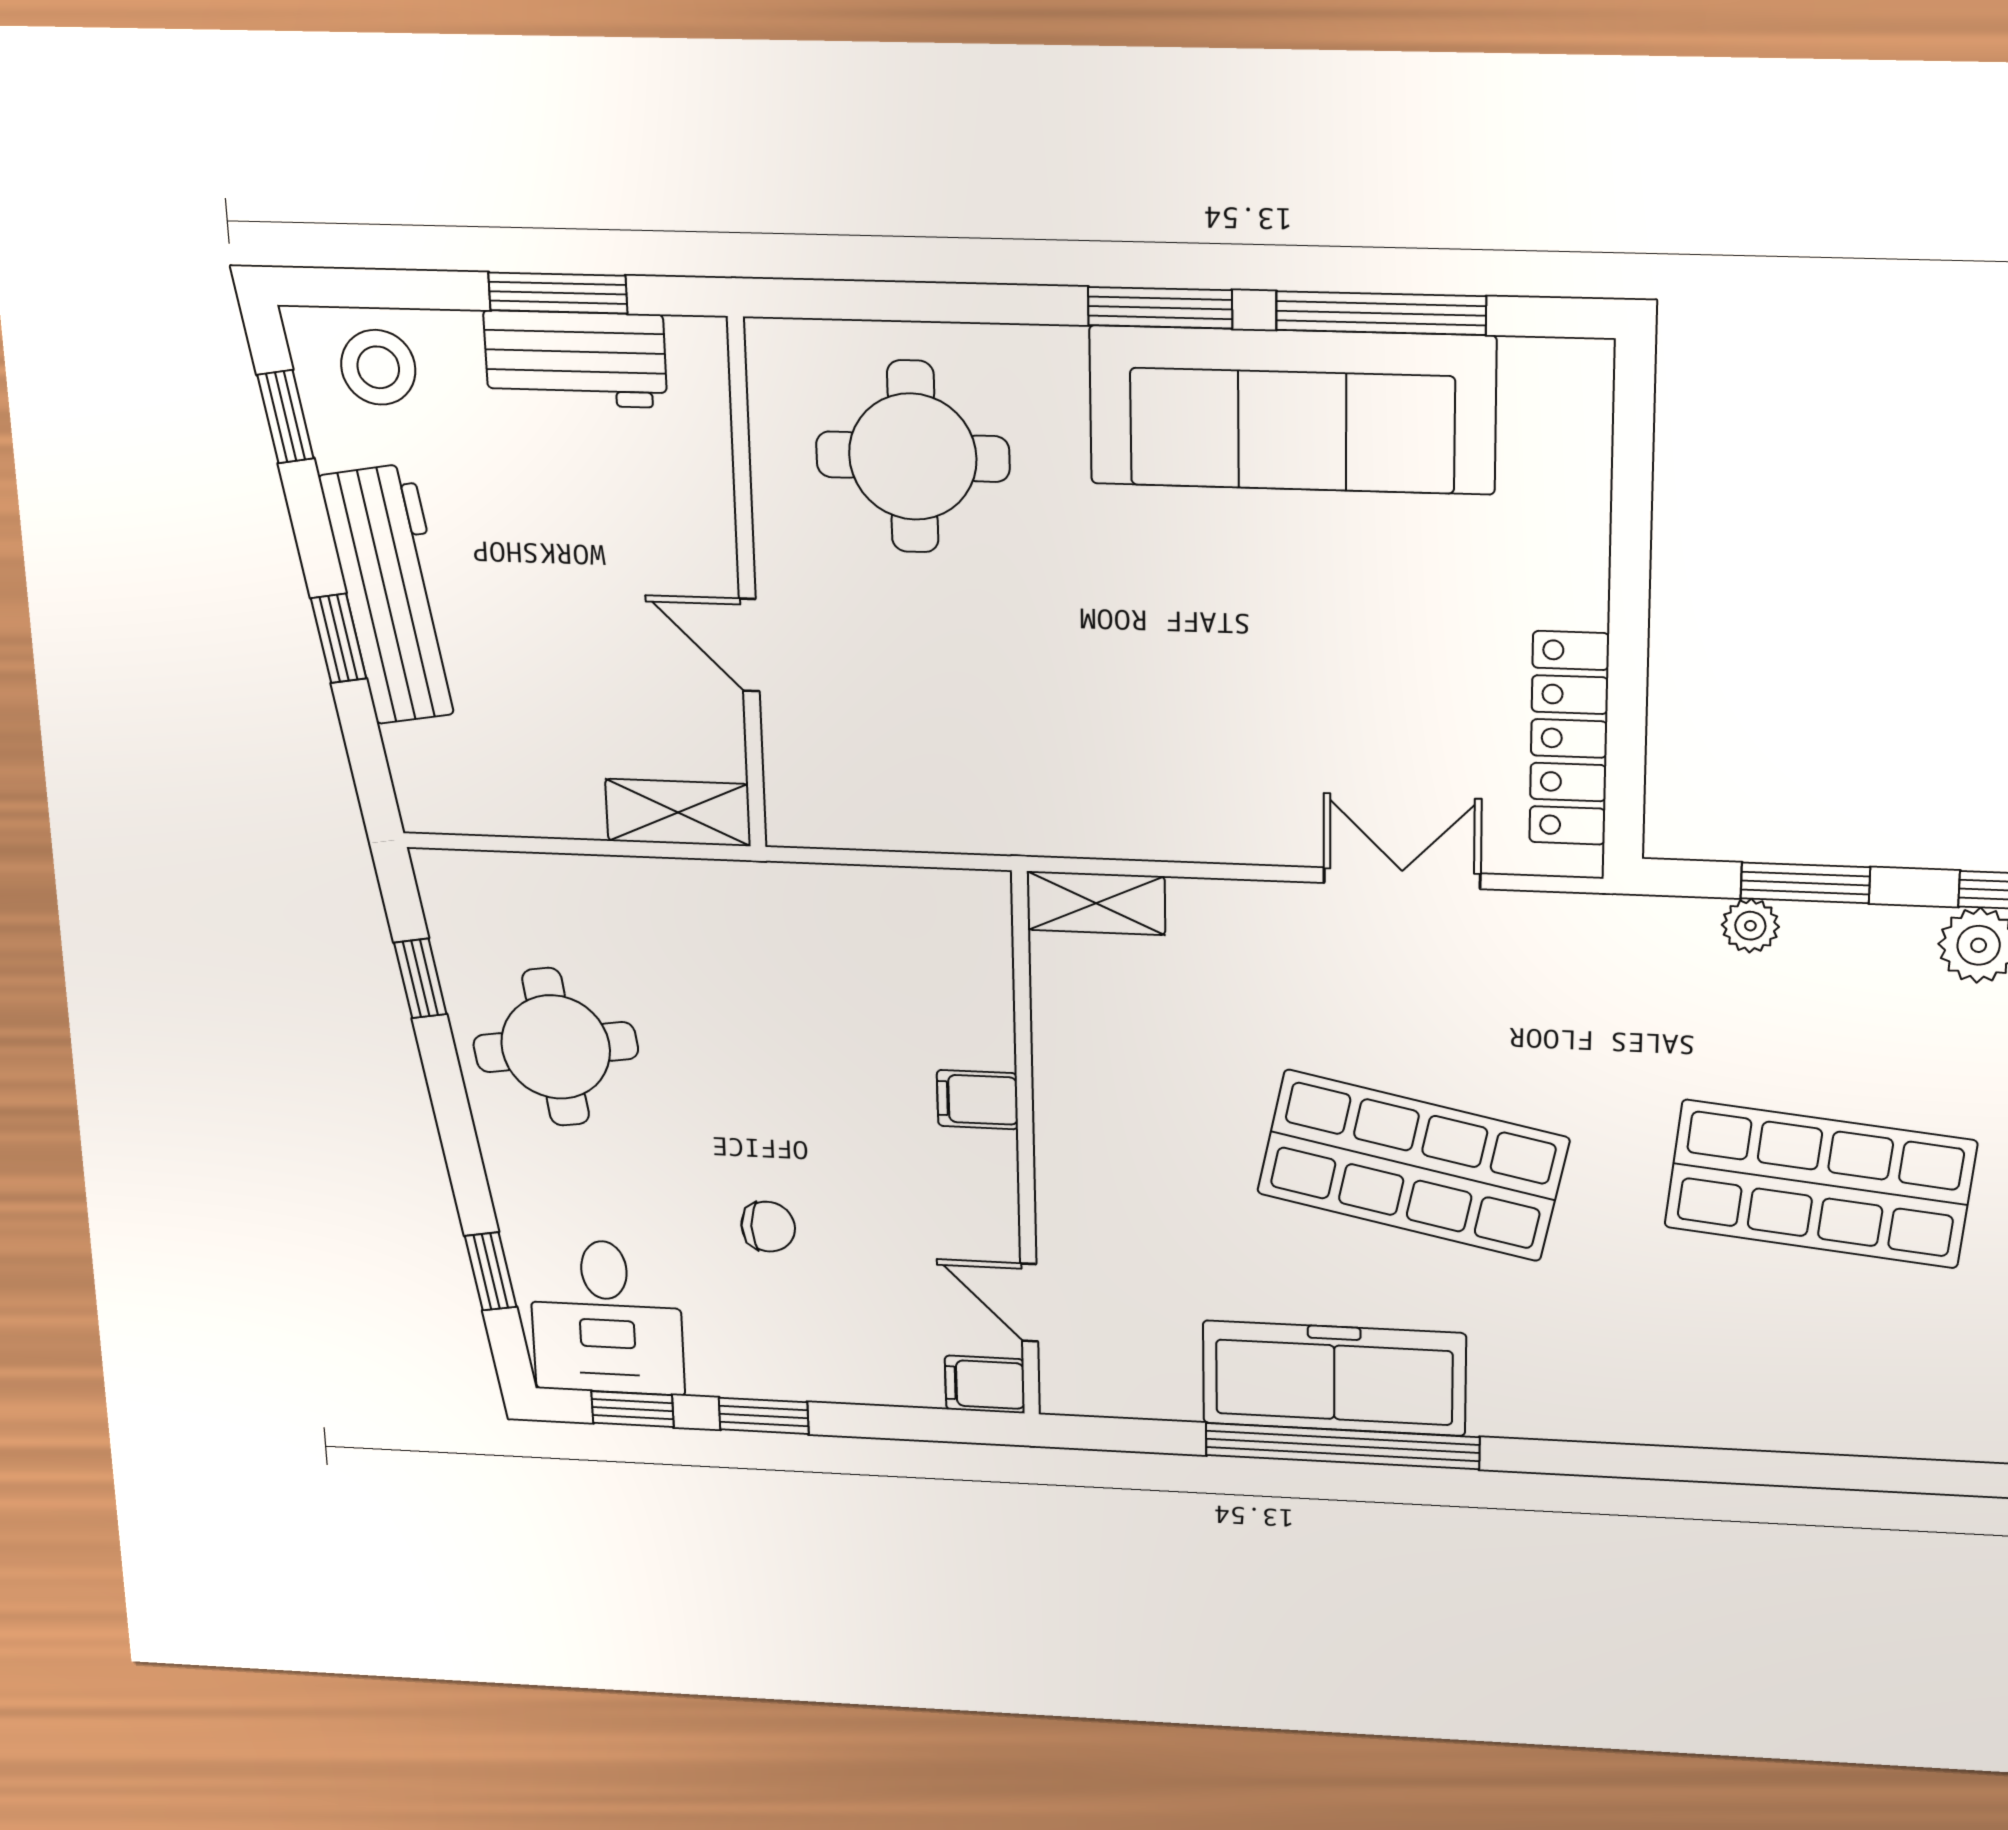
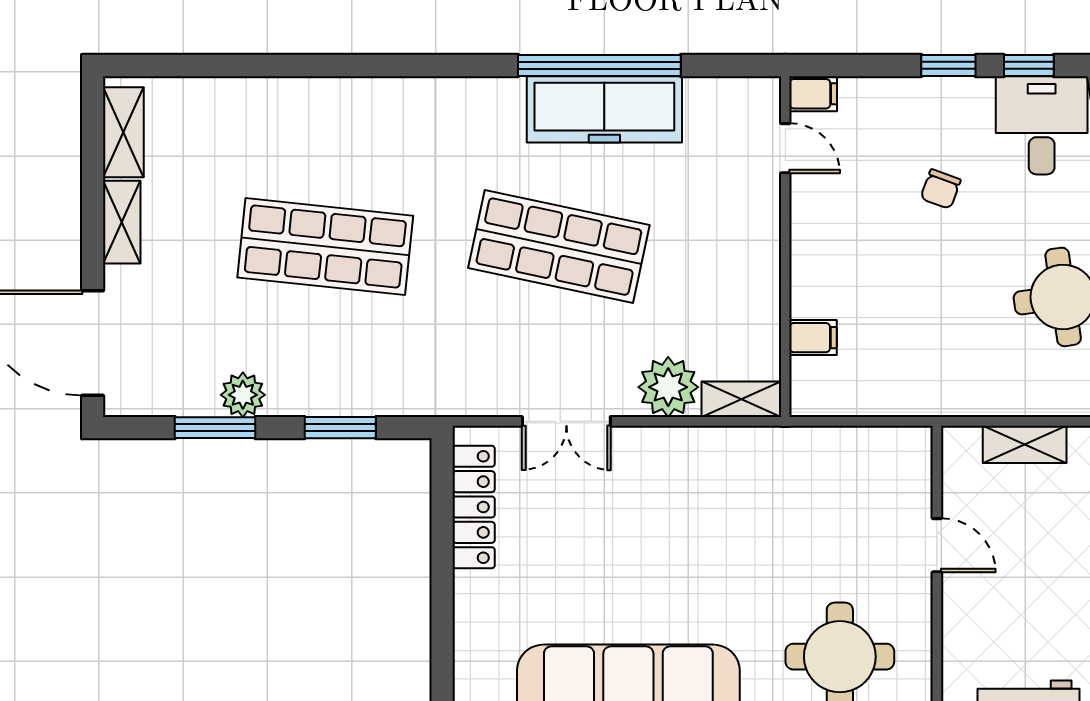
shelving: (678, 812) -> (1025, 444), moved
plant: (1750, 926) -> (668, 387), moved, width x1.88, depth x1.88
filing cabinet: (978, 1100) -> (813, 338), moved
chair: (768, 1227) -> (941, 189), turned -70

